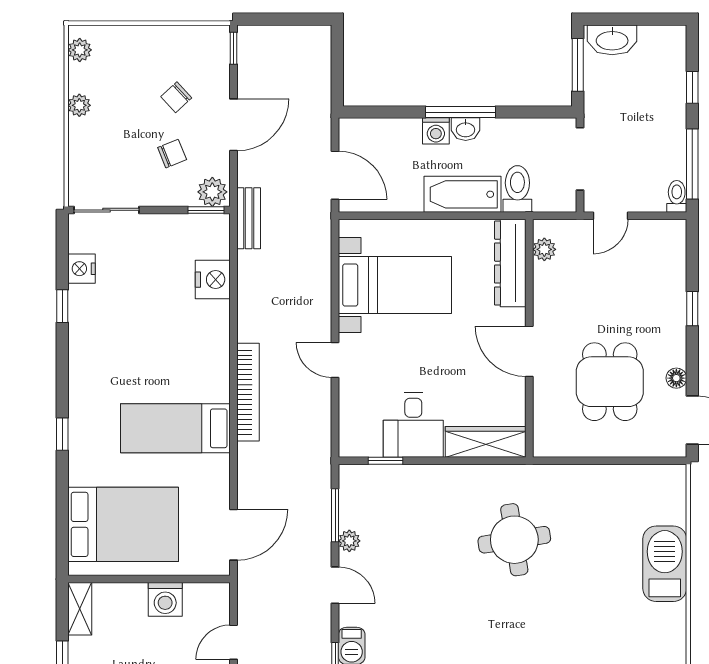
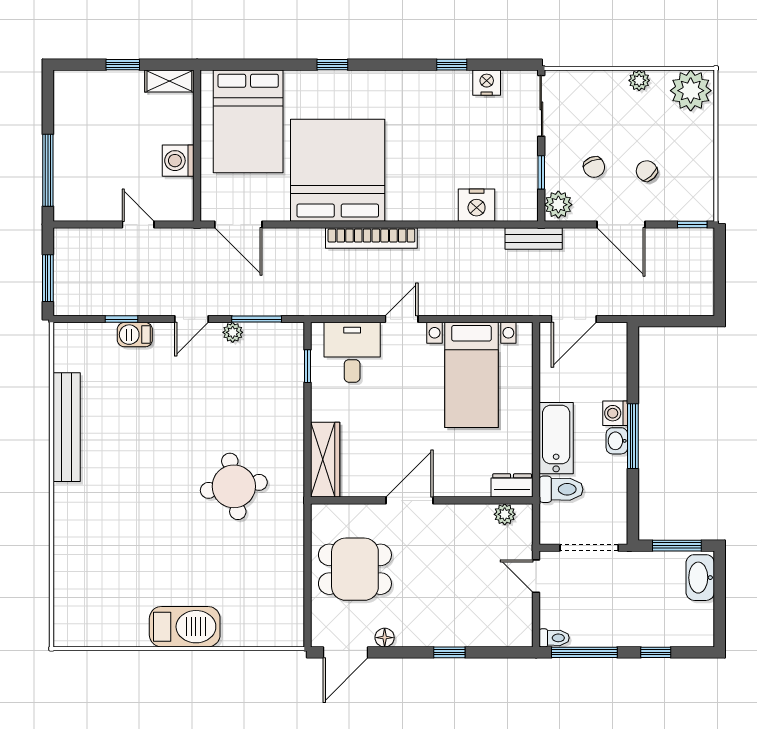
plant: (80, 50) -> (691, 91), width x1.88, depth x1.88
window: (206, 210) -> (541, 172), moved
dresser: (510, 263) -> (512, 485), width x0.51, depth x0.80
dining table: (610, 382) -> (355, 569), moved
desk: (413, 425) -> (352, 352), moved, turned 90
bed: (175, 428) -> (338, 170), width x2.04
barbecue: (665, 564) -> (185, 627), moved

